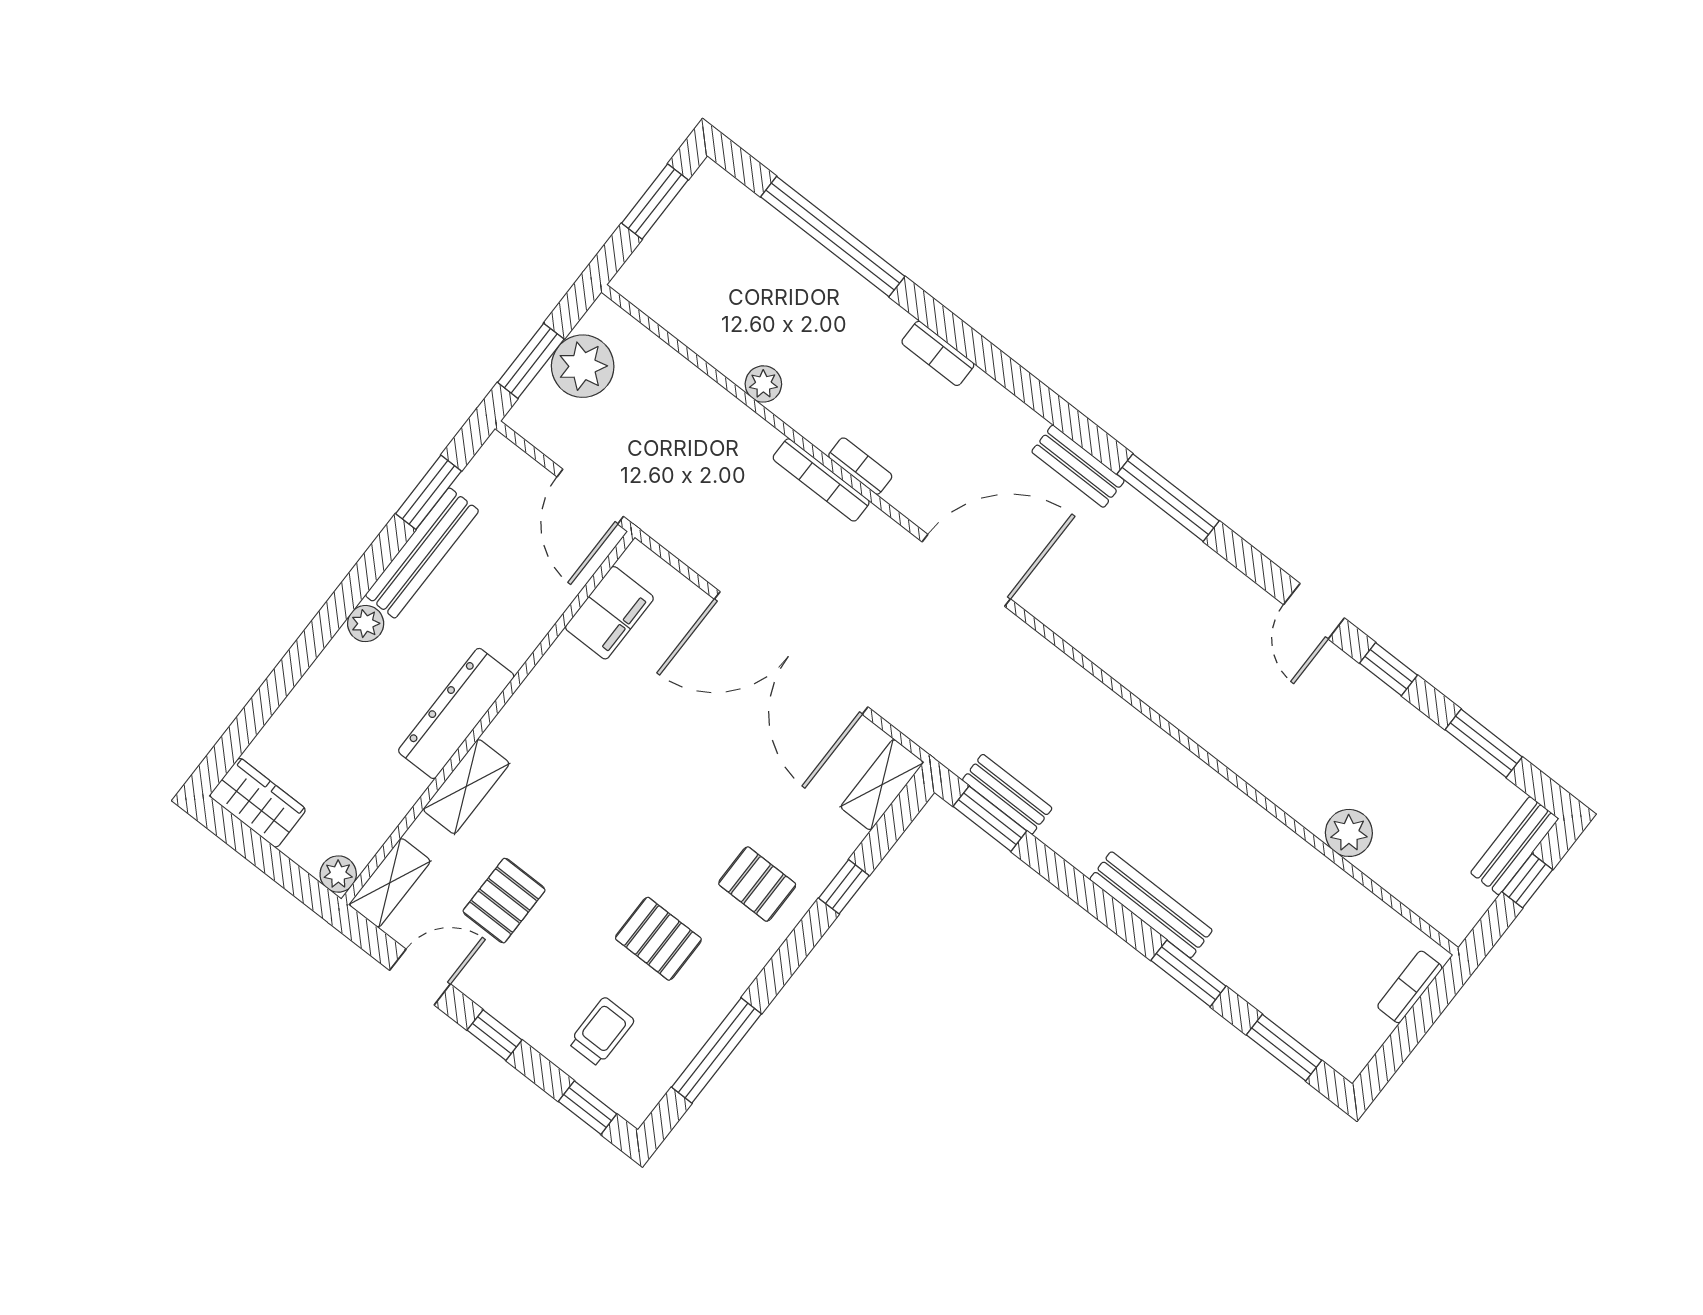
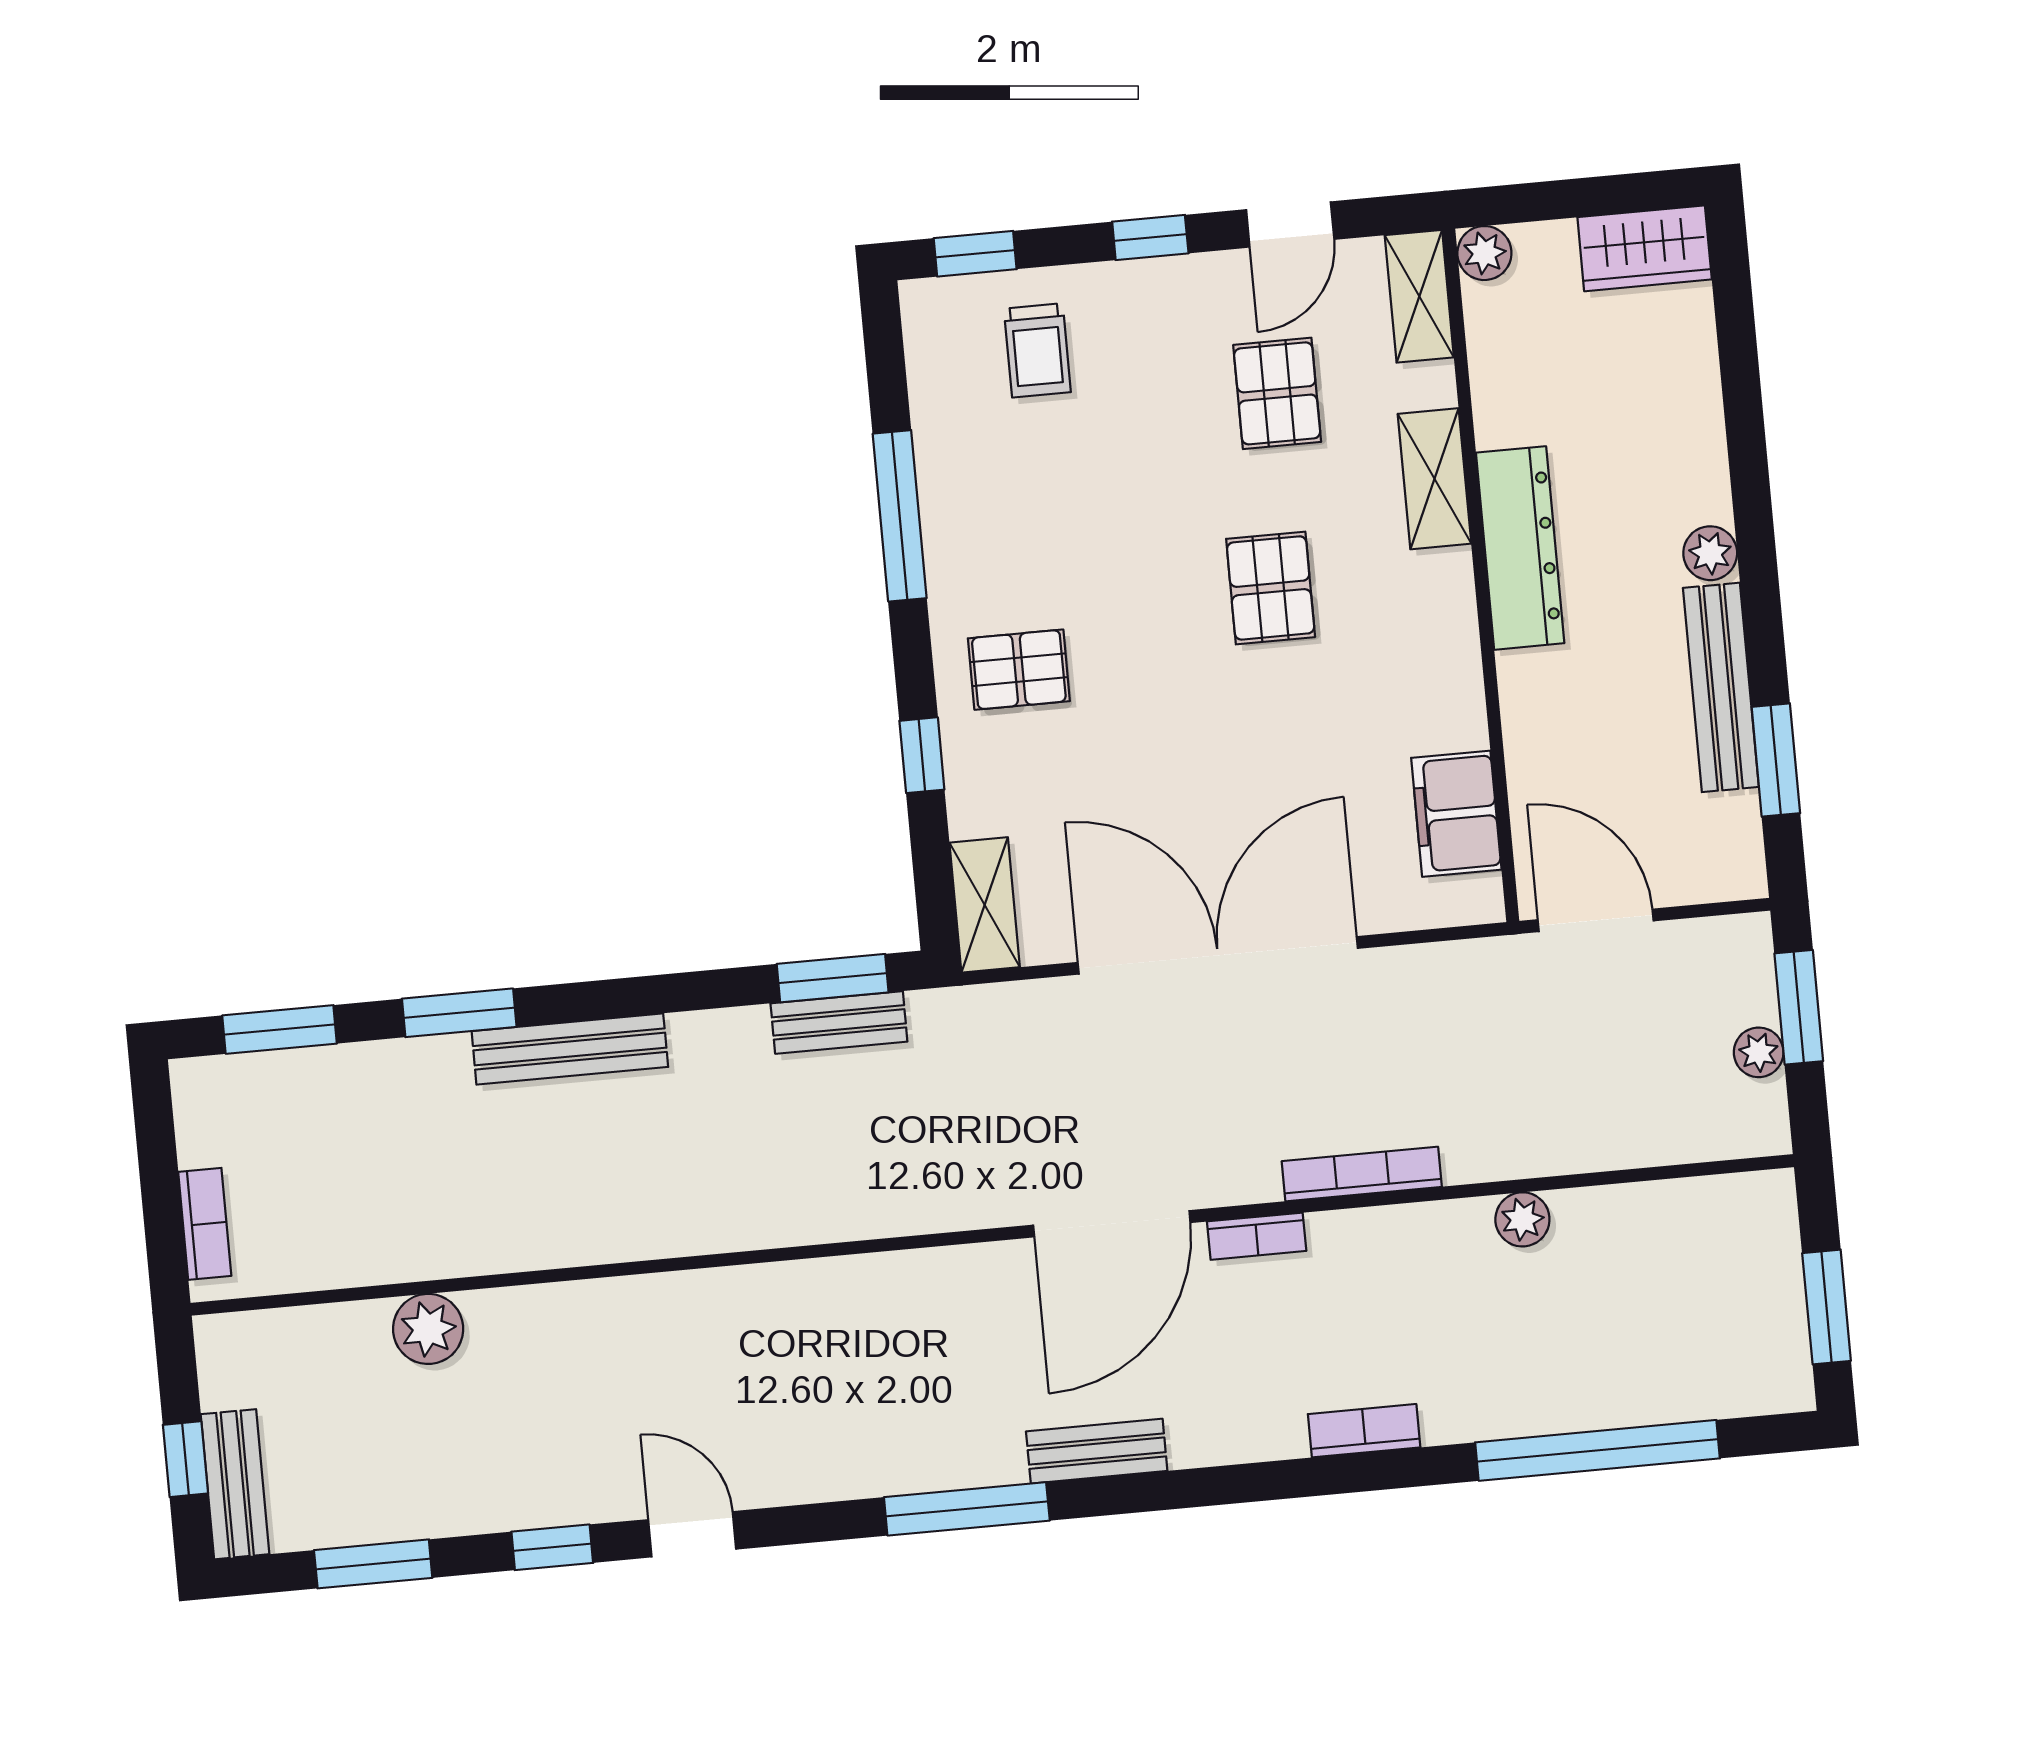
plant: (583, 366) -> (1759, 1052), width x0.53, depth x0.53
bookcase: (860, 466) -> (1257, 1236), moved
pallet: (658, 939) -> (1271, 588), moved, turned 90
window: (716, 1050) -> (900, 516), moved

